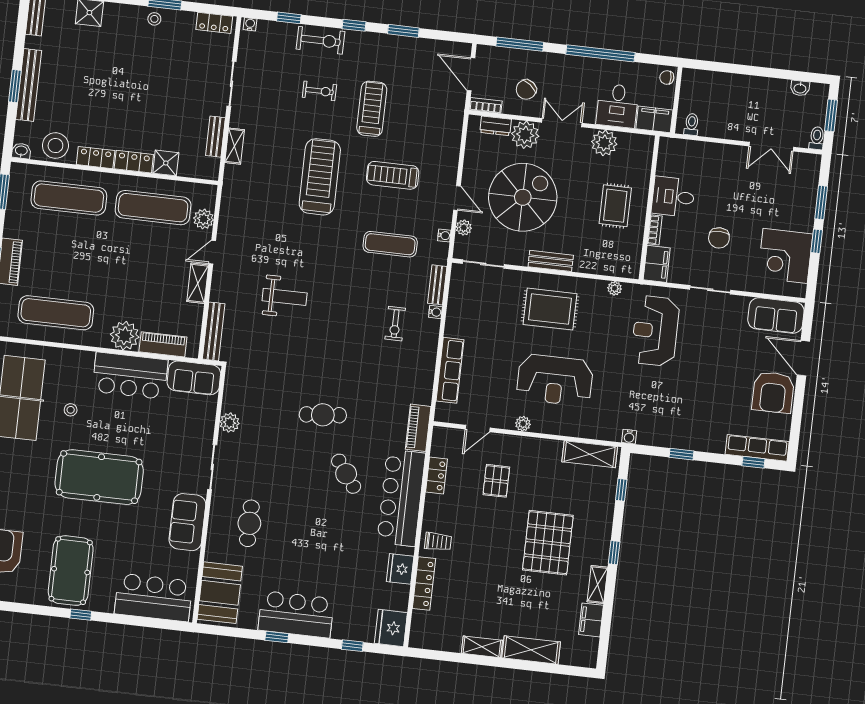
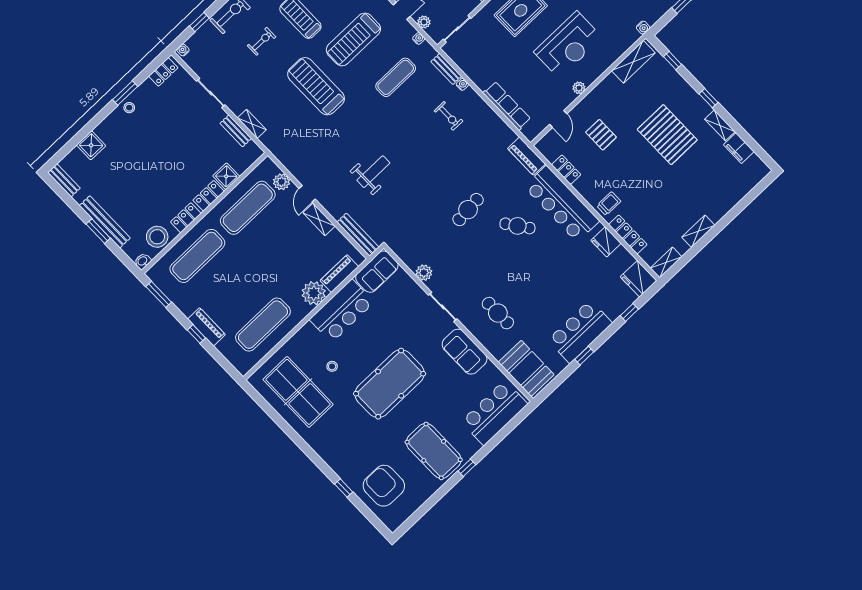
treadmill: (393, 175) -> (353, 39), width x1.37, depth x1.38
shelving: (531, 650) -> (666, 262), moved, width x0.67, depth x0.75

